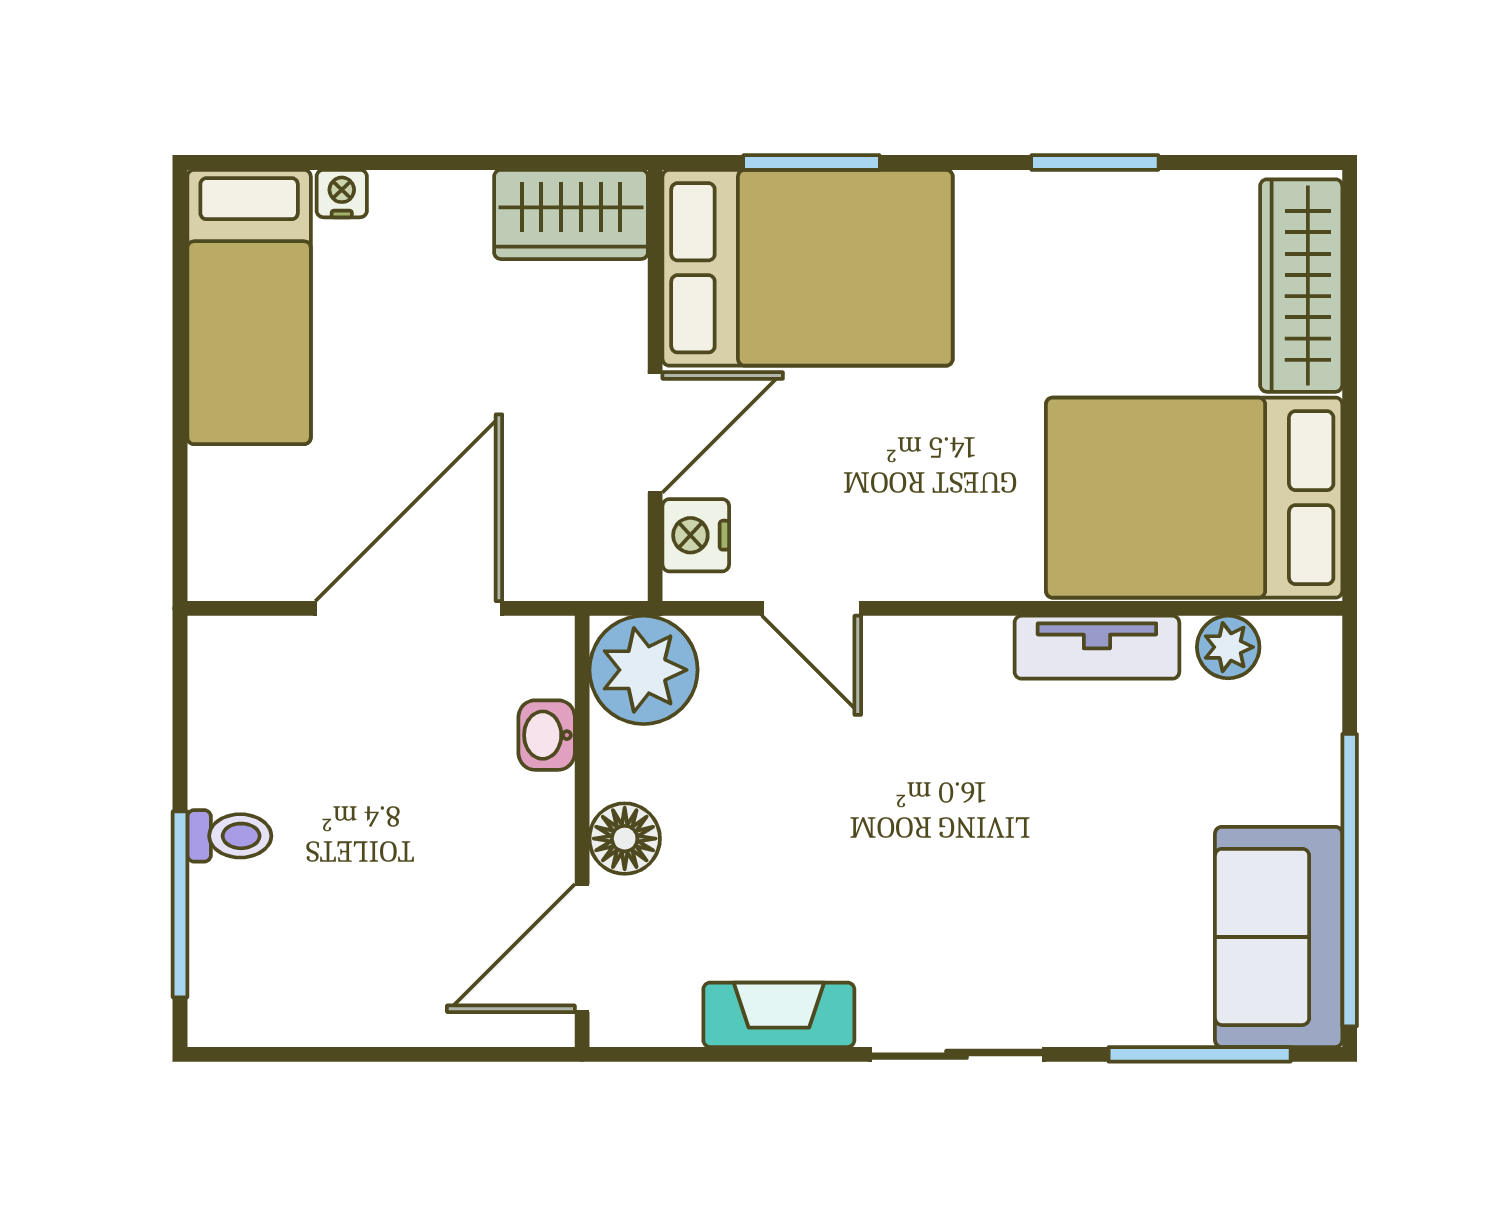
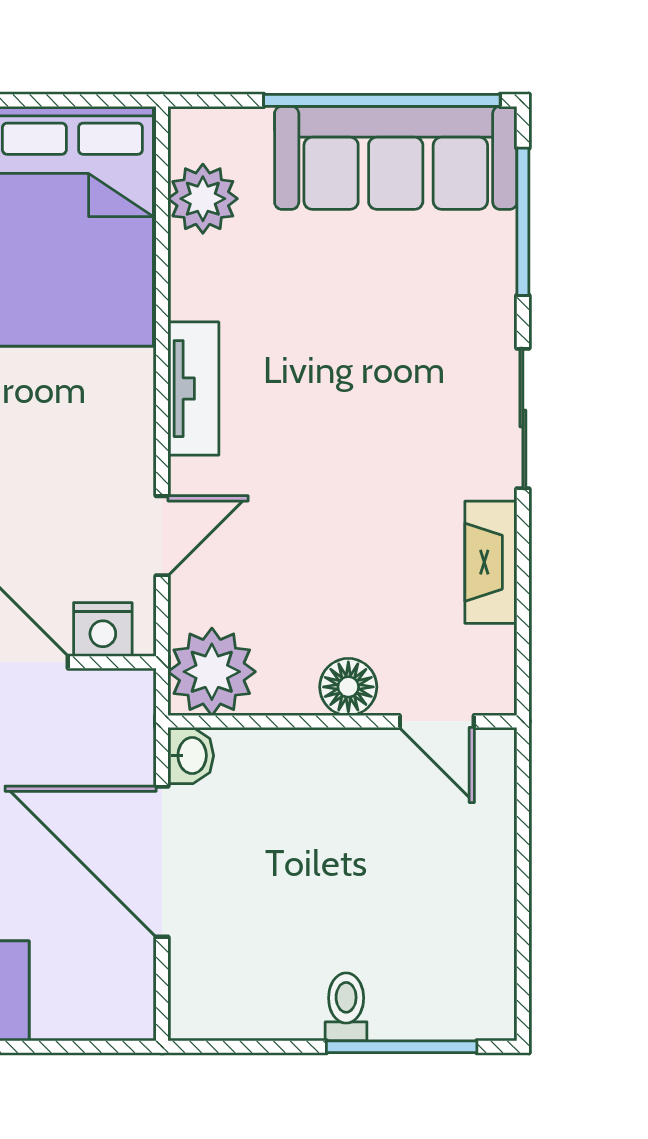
tv unit: (1097, 647) -> (193, 389), moved
plant: (1228, 647) -> (203, 199), width x1.38, depth x1.38
washbasin: (547, 735) -> (191, 756), moved, turned -90
sofa: (1279, 937) -> (396, 158), width x1.36
door: (582, 948) -> (437, 721), width x0.73

